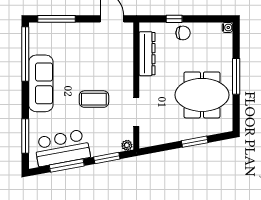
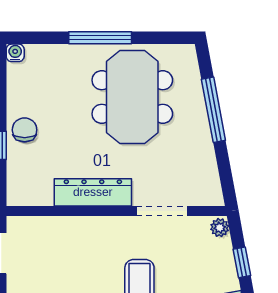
dresser: (147, 54) -> (93, 192), moved
window: (195, 142) -> (213, 110), width x1.44
window: (107, 158) -> (242, 262), width x0.67

